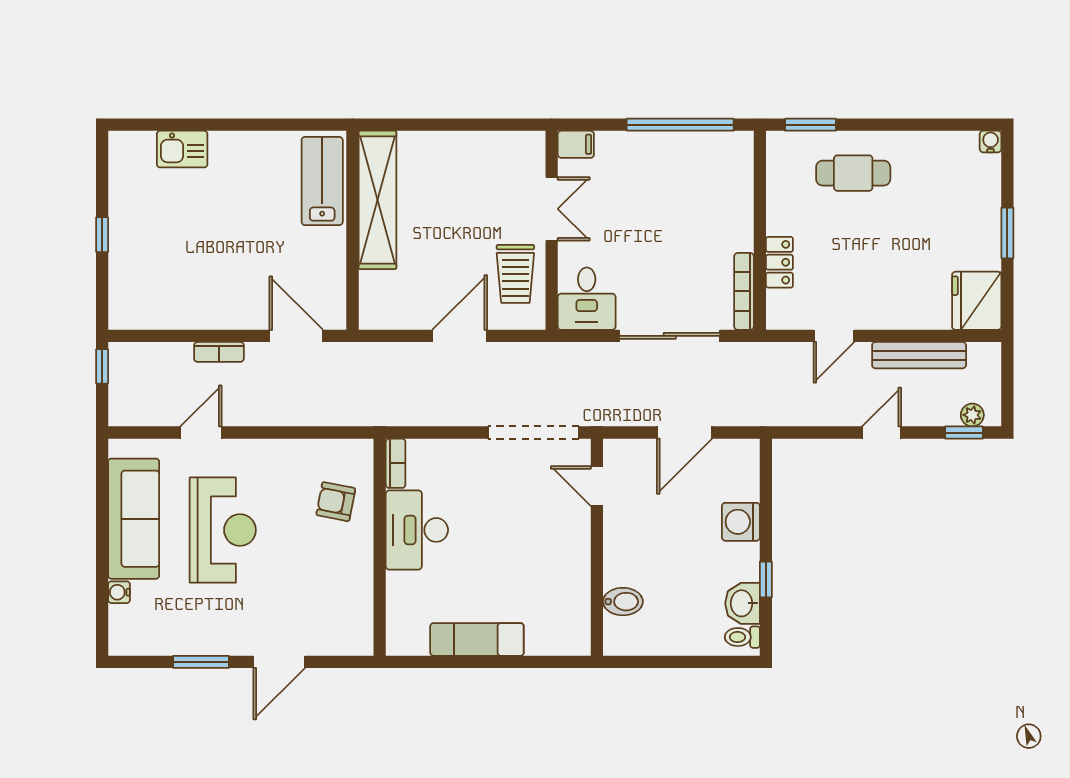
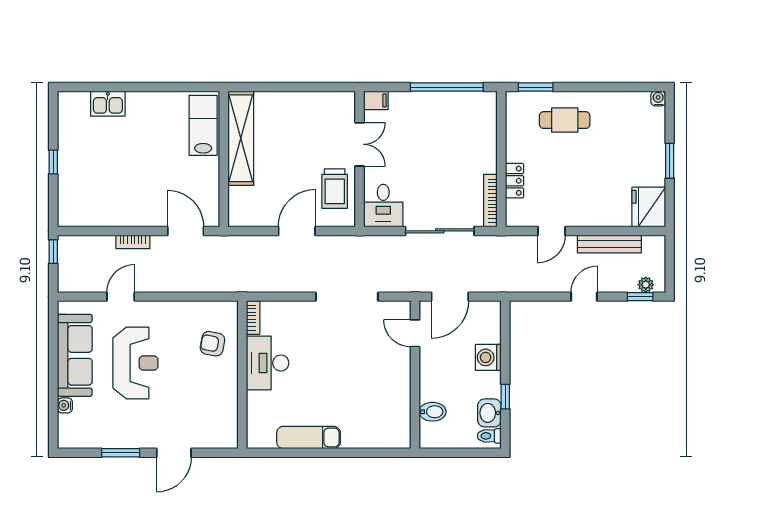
door: (597, 486) -> (415, 333), moved
wall: (597, 547) -> (415, 375), moved
bidet: (623, 602) -> (433, 412), moved

